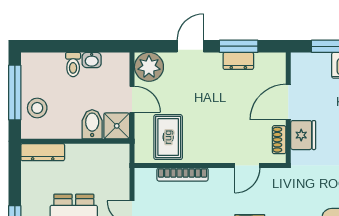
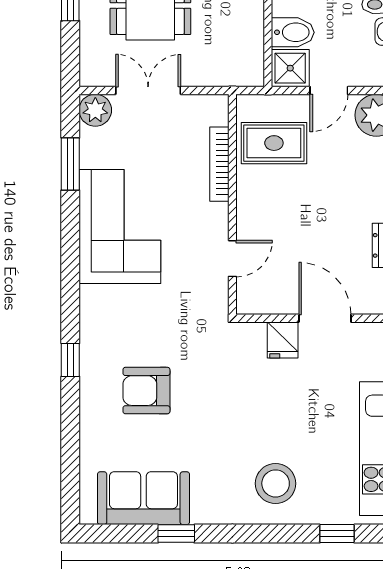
fridge: (303, 135) -> (283, 340), width x0.72
shoe rack: (279, 140) -> (270, 305), removed
door: (247, 166) -> (232, 259), swing flipped

